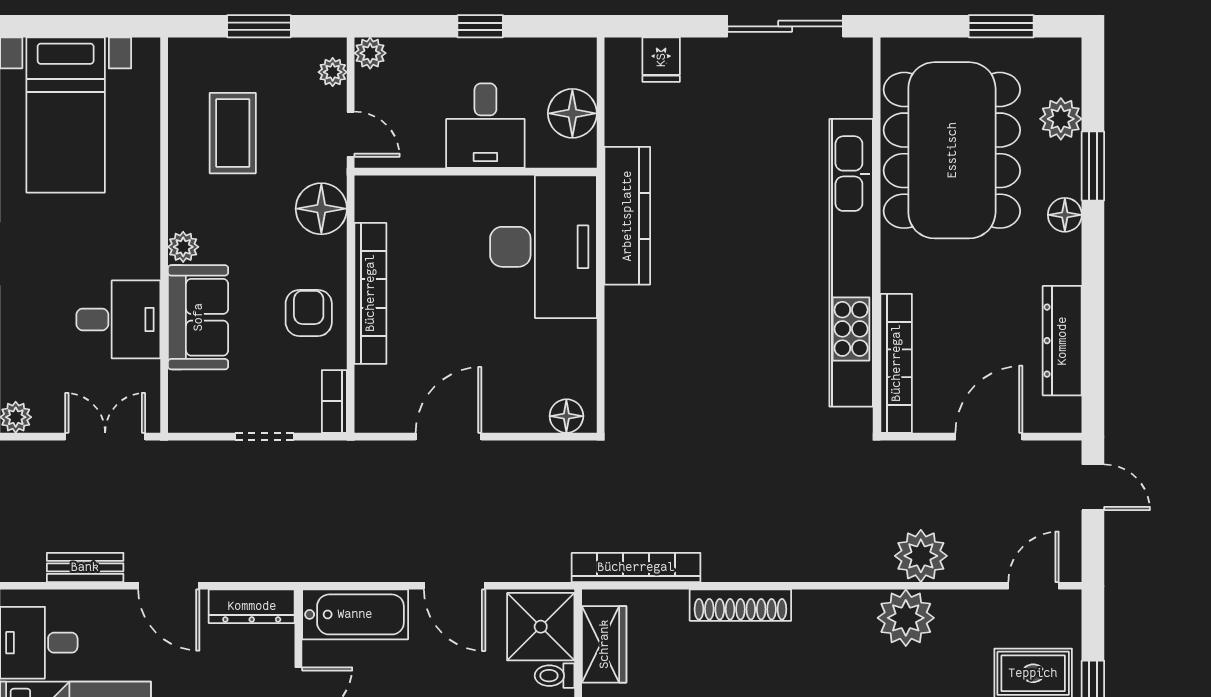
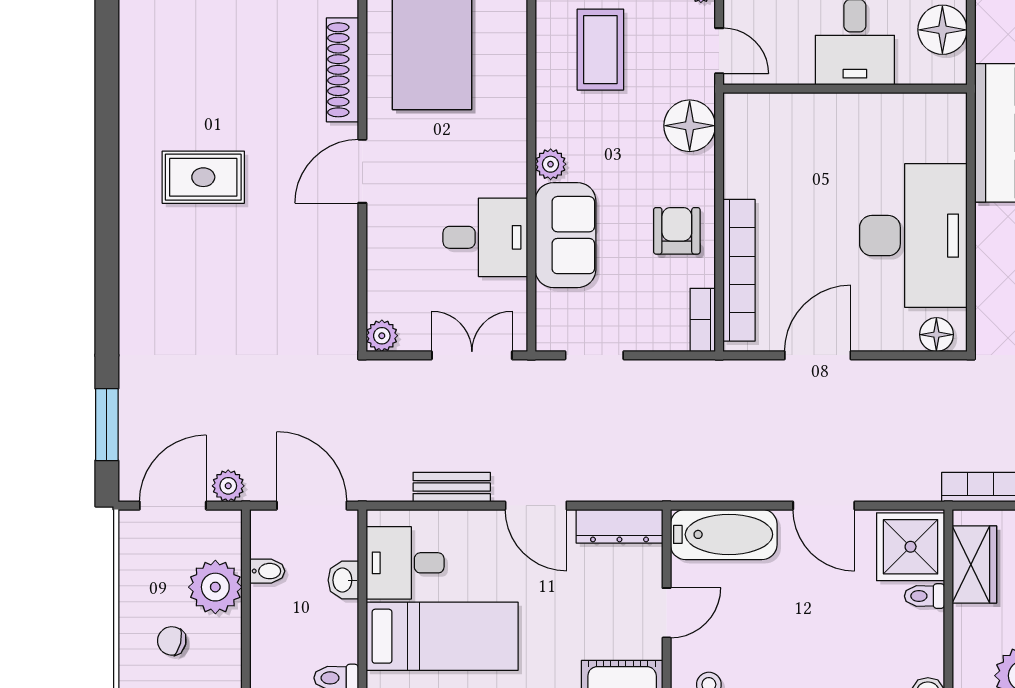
desk: (543, 247) -> (913, 236), moved
bookcase: (370, 293) -> (739, 270), moved
doorway: (265, 437) -> (594, 355), moved

